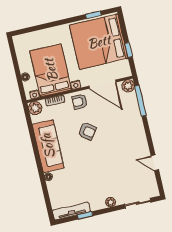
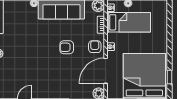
bed: (51, 70) -> (129, 22), width x0.67
armchair: (87, 131) -> (67, 47), turned 54

